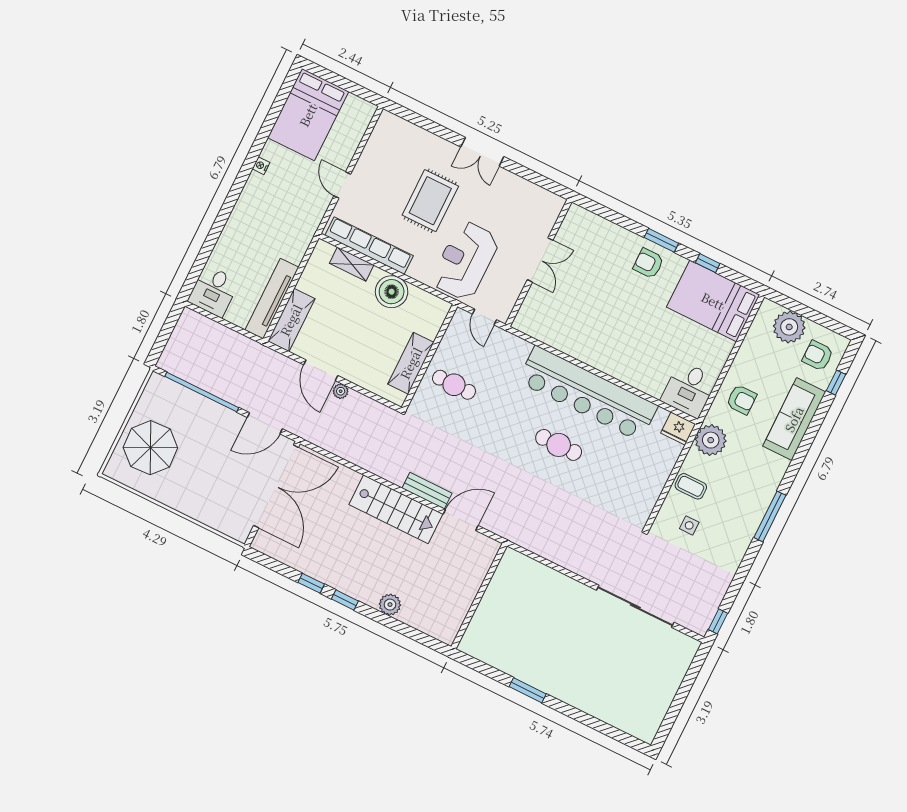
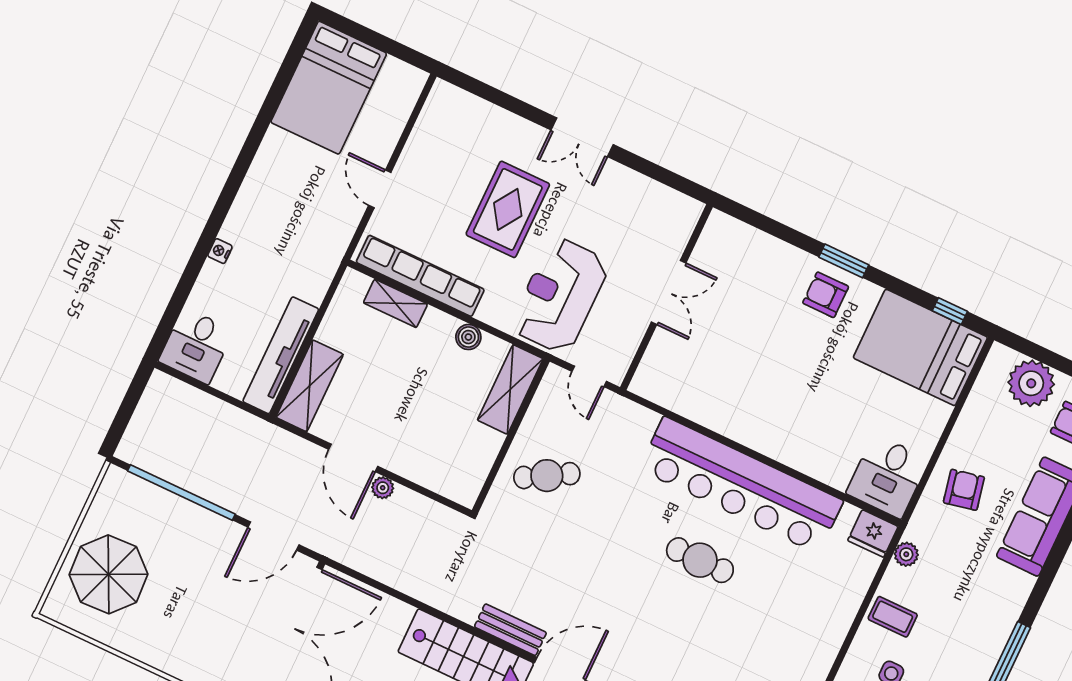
nightstand: (261, 166) -> (220, 251), moved
window: (708, 263) -> (950, 311), moved
boiler: (392, 292) -> (468, 337), width x0.54, depth x0.54
shelving: (411, 363) -> (510, 389), moved
cafe table: (454, 385) -> (547, 476), turned -30
armchair: (741, 400) -> (964, 490), turned -102
plant: (711, 440) -> (906, 554), width x0.53, depth x0.53

